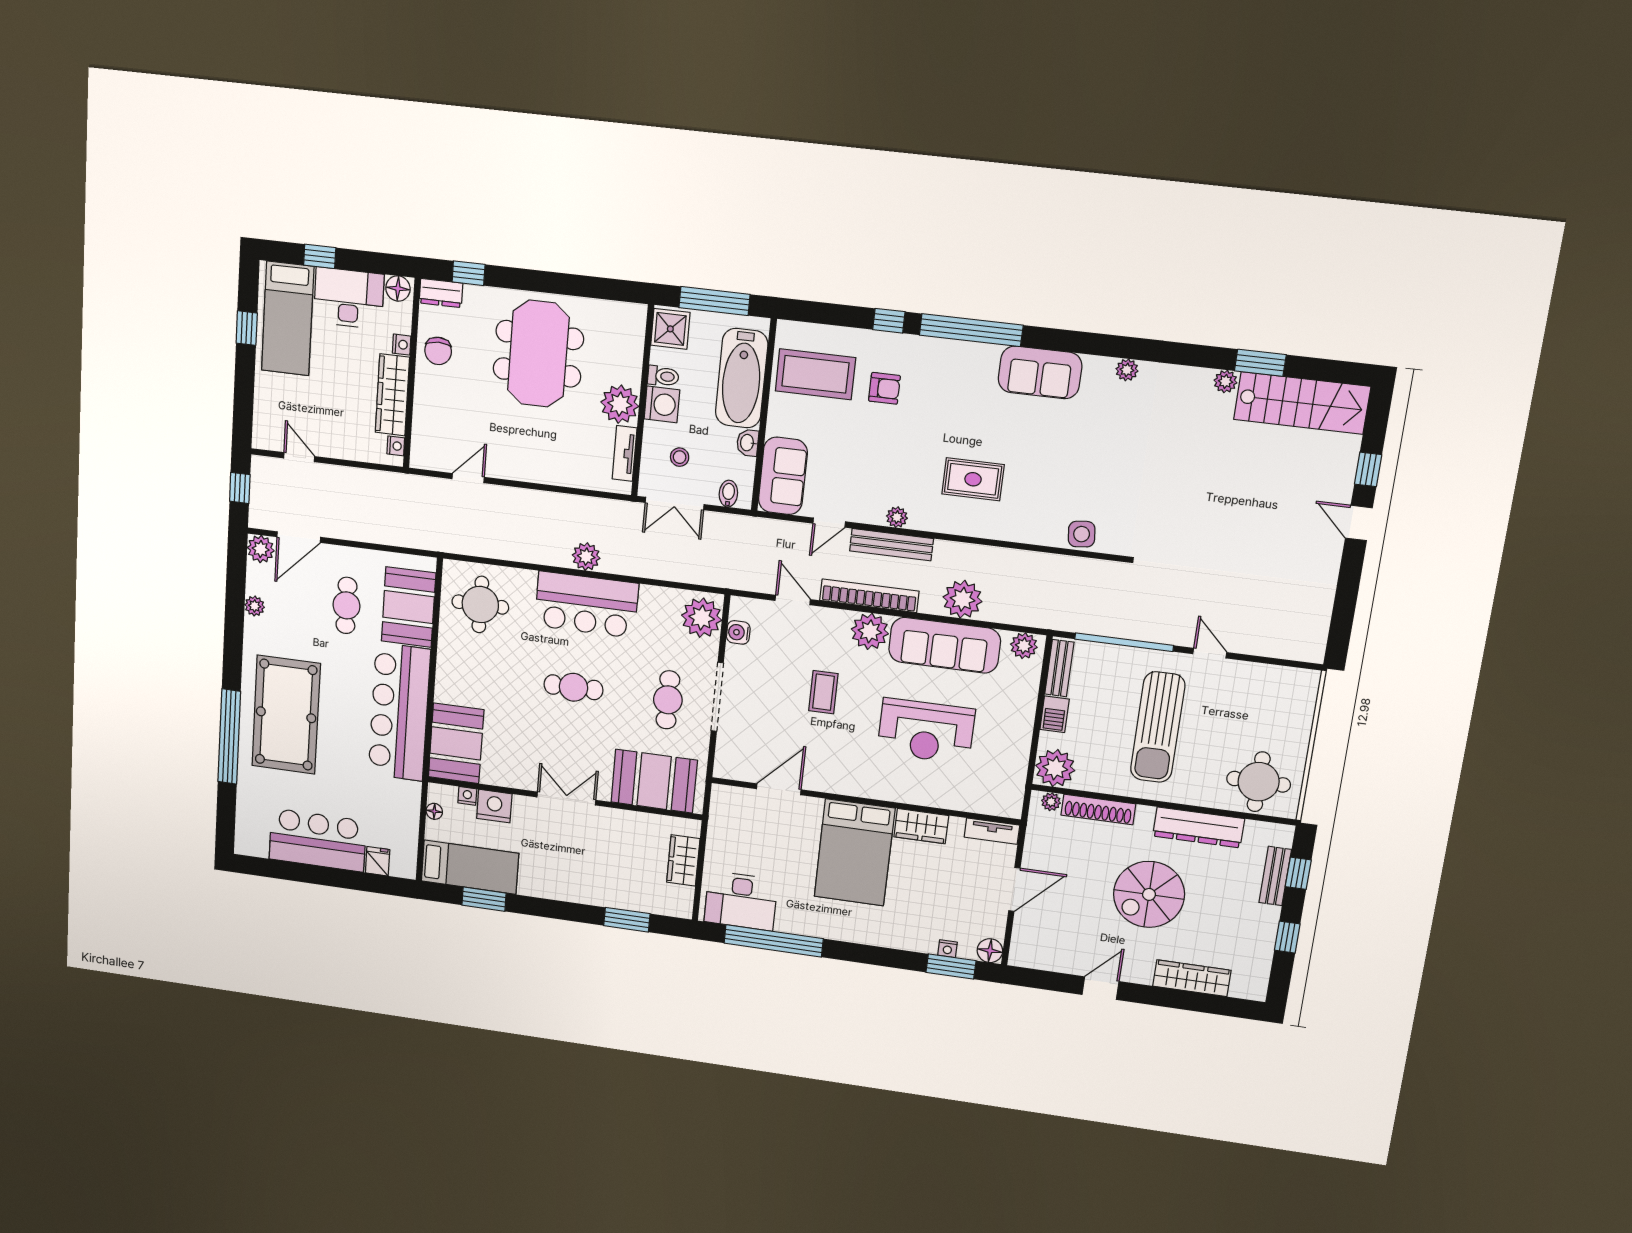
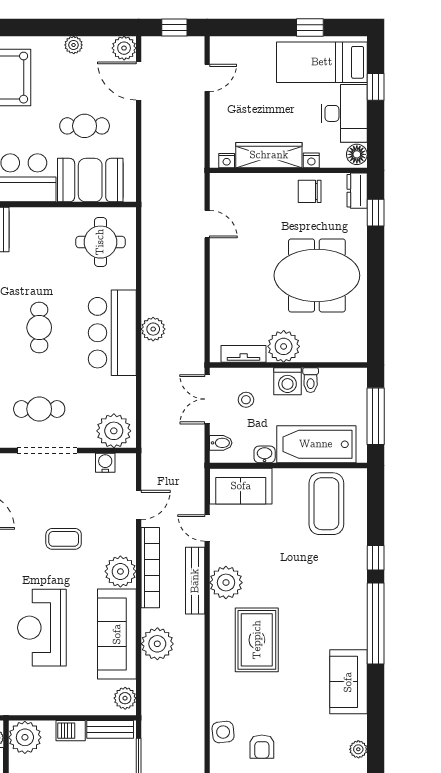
shower: (670, 329) -> (349, 382), removed
armchair: (884, 388) -> (262, 747), moved
rug: (973, 479) -> (257, 640), width x1.36, depth x1.43
plant: (897, 517) -> (226, 583), width x1.88, depth x1.88

